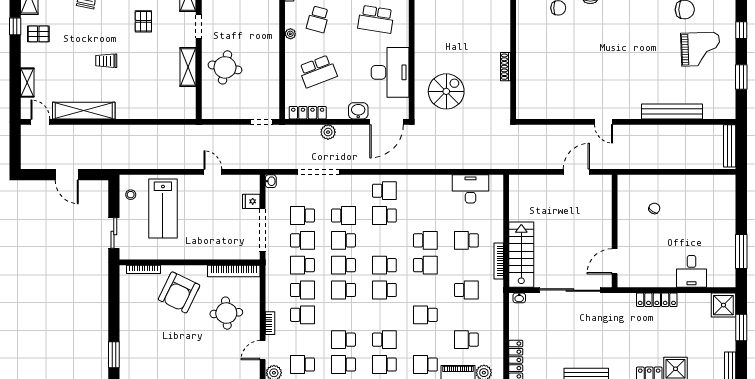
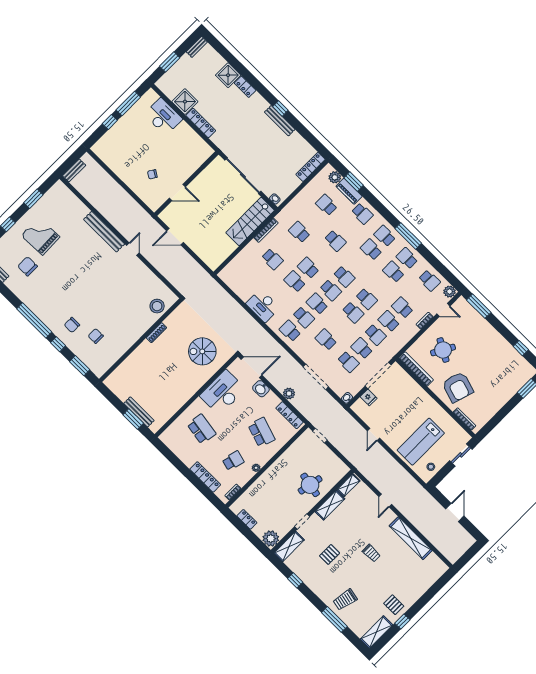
school desk: (318, 71) -> (261, 432), turned 39
shelving: (27, 83) -> (349, 485), moved
stool: (529, 92) -> (157, 306), added
bench: (672, 111) -> (104, 232), moved
door: (40, 122) -> (385, 501), moved
bench: (730, 146) -> (74, 171), width x0.73
desk: (470, 189) -> (263, 306), moved
lab bench: (163, 209) -> (421, 442), turned 180
window: (741, 217) -> (110, 122), added
school desk: (343, 240) -> (317, 304), moved, turned 180
door: (615, 261) -> (177, 193), moved
desk: (692, 271) -> (163, 117), width x1.37
armchair: (179, 292) -> (458, 387), turned 81
shower: (723, 305) -> (185, 102), moved
round table: (226, 313) -> (443, 350), turned 33
school desk: (343, 340) -> (394, 272), turned 180
school desk: (466, 340) -> (326, 205), turned 180
school desk: (343, 364) -> (407, 258), turned 180
school desk: (384, 364) -> (385, 236), turned 180

